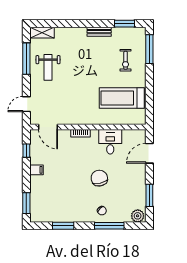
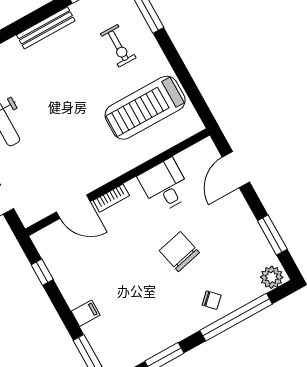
bench: (99, 32) -> (46, 28), width x1.36
door: (48, 127) -> (73, 207), moved
filing cabinet: (36, 170) -> (86, 313), moved
window: (109, 226) -> (236, 317), width x1.46

